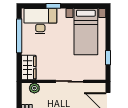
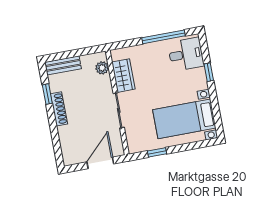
desk: (40, 21) -> (186, 54), width x0.73
wardrobe: (29, 68) -> (123, 76), moved, turned -90

